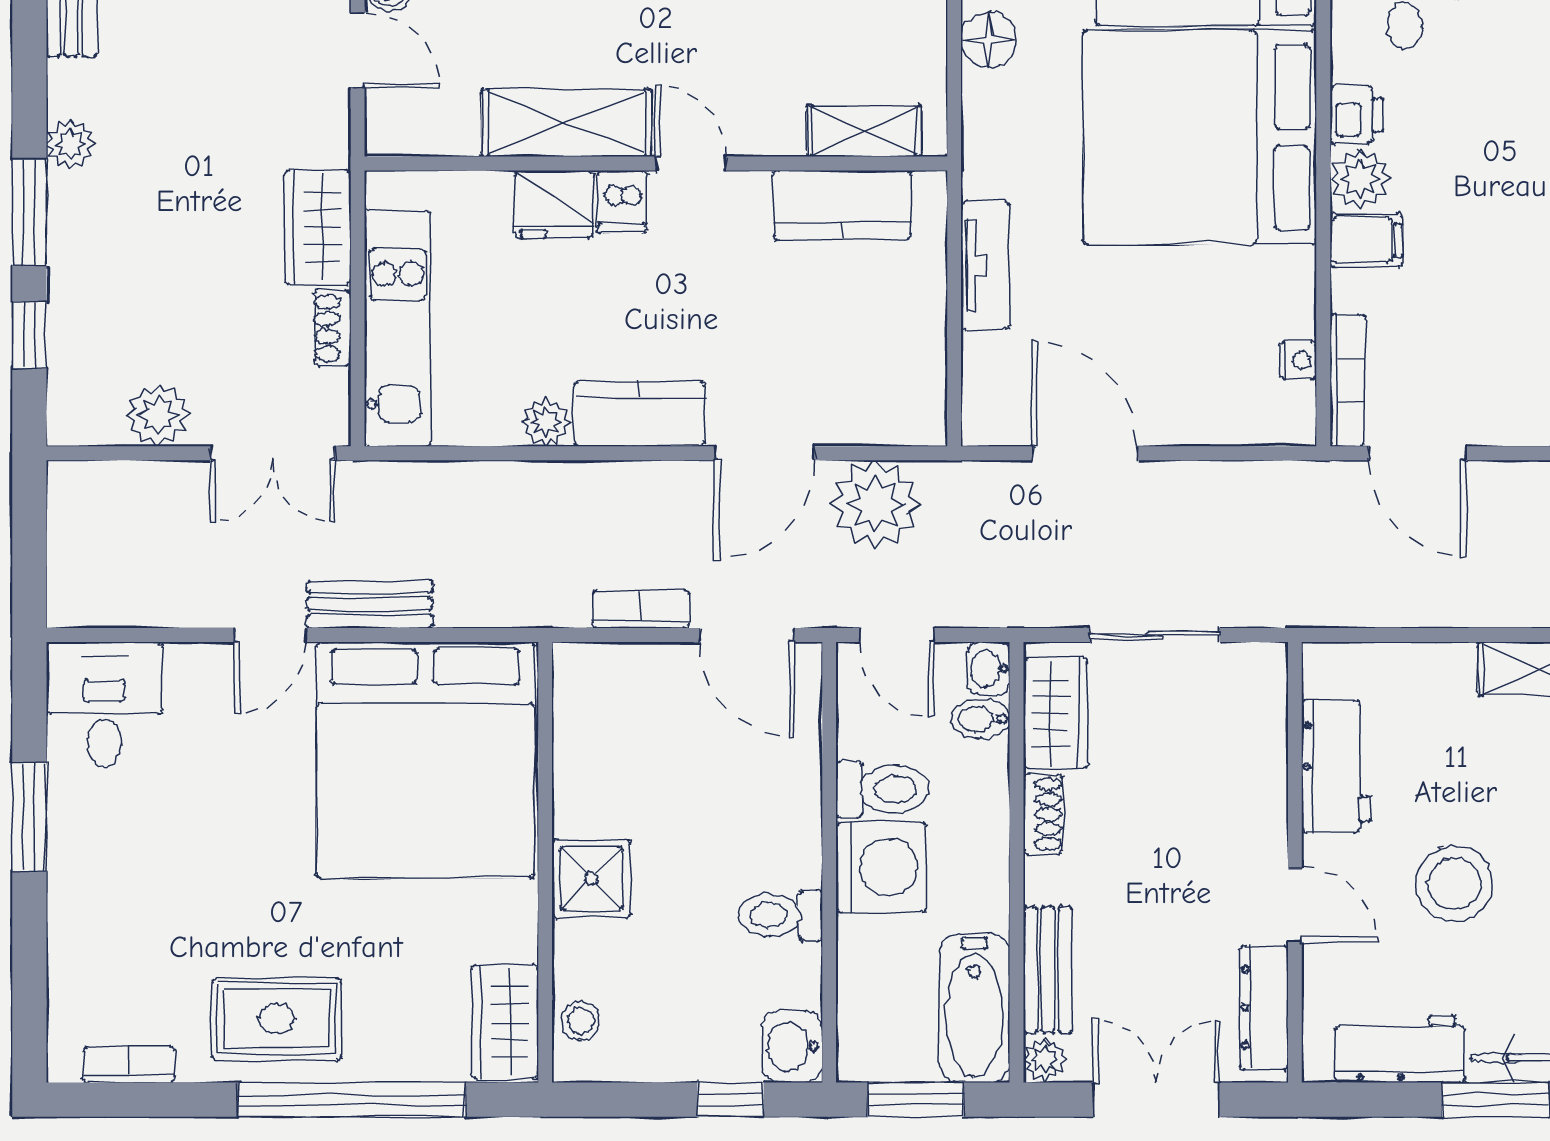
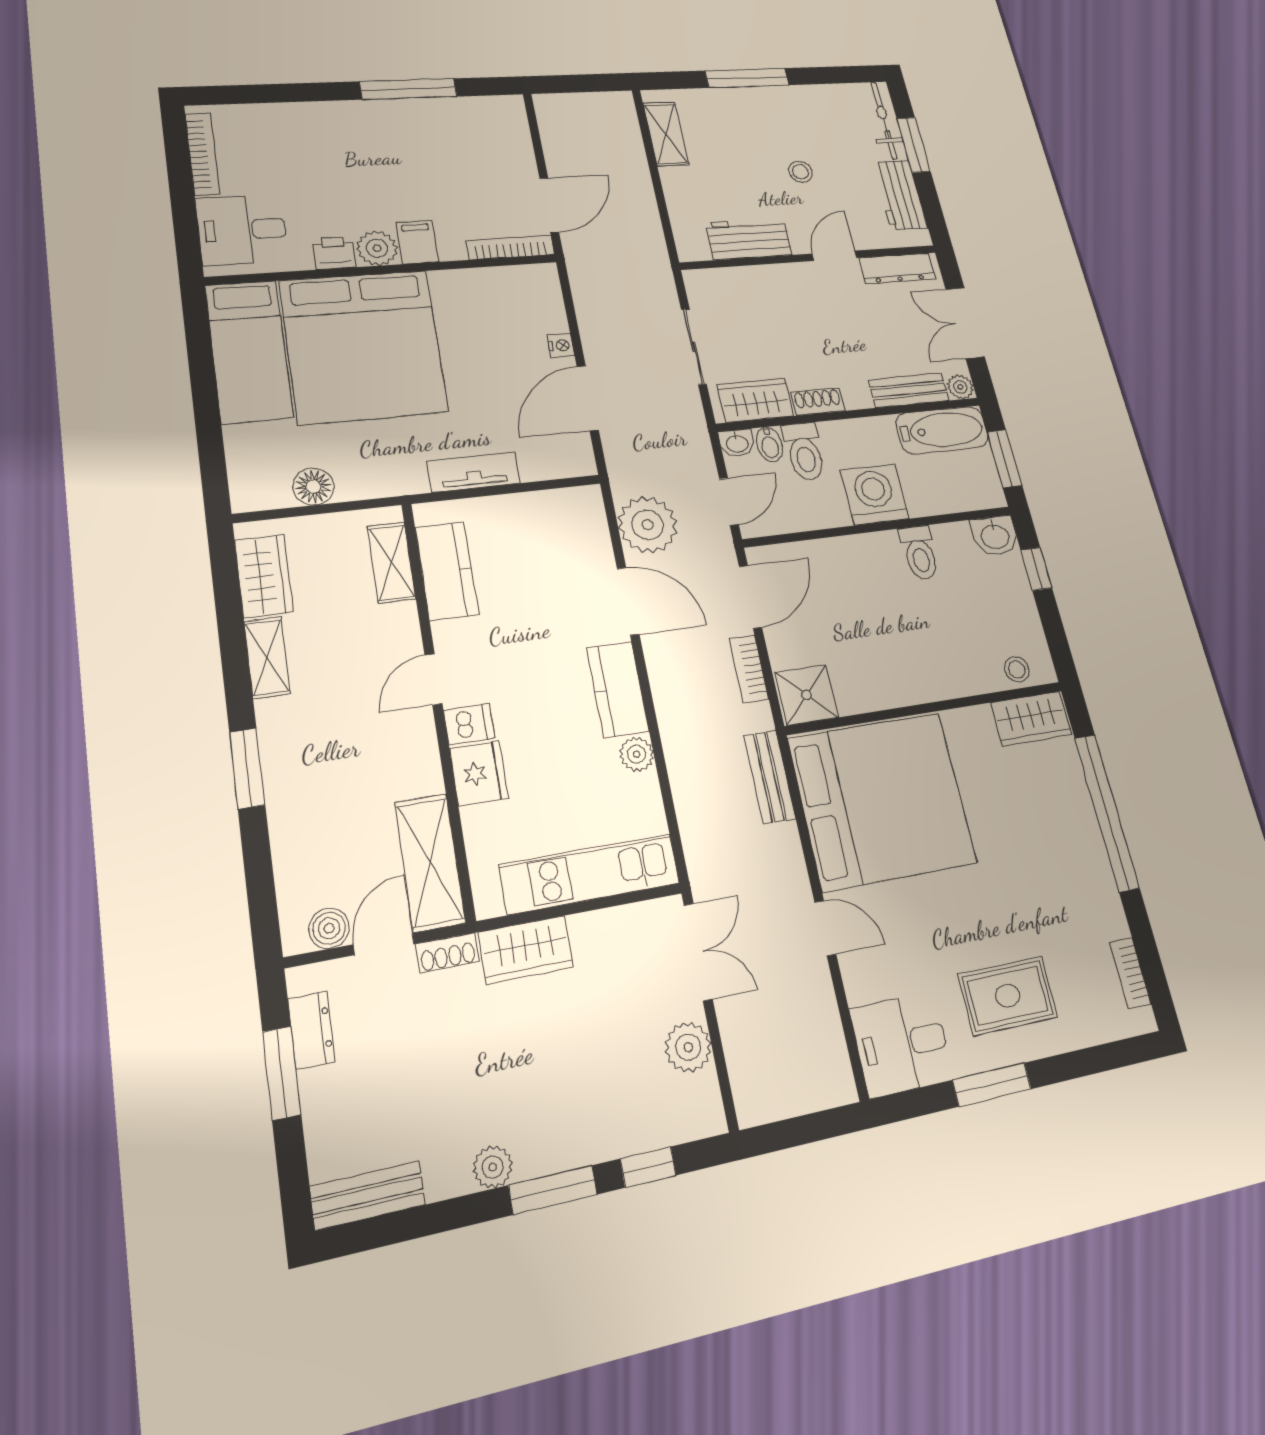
shelving: (566, 123) -> (430, 862), moved
shoe rack: (332, 328) -> (447, 953), moved
nightstand: (1298, 360) -> (561, 345), moved, turned 90
bench: (370, 604) -> (770, 777), moved
toilet: (882, 789) -> (804, 452), moved, turned 180
shower: (591, 879) -> (806, 695), moved
stool: (1454, 884) -> (800, 172), width x0.53, depth x0.53
rug: (276, 1019) -> (1008, 996), moved, turned 90

